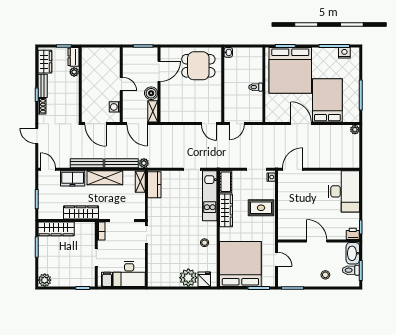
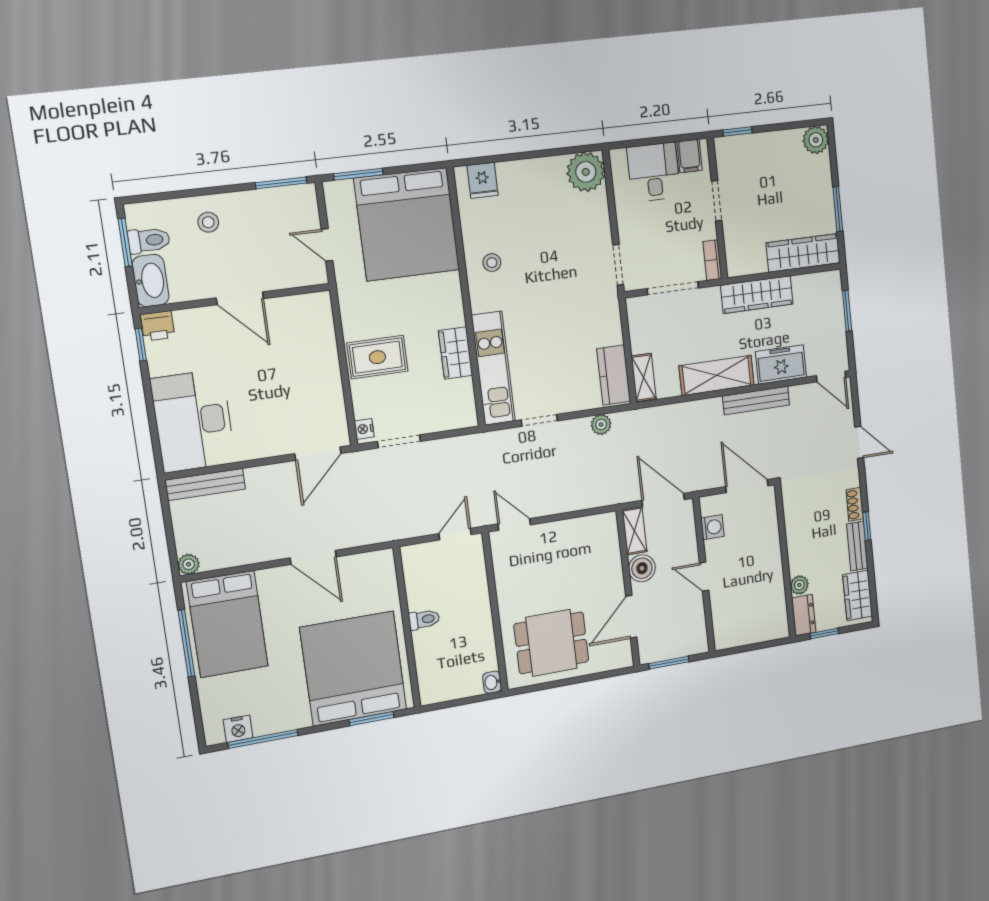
bed: (327, 100) -> (227, 624), moved
bench: (121, 163) -> (205, 484), moved
plant: (144, 163) -> (601, 425), moved
cot: (226, 182) -> (463, 404), removed
wardrobe: (226, 210) -> (456, 353), width x0.67
desk: (129, 274) -> (654, 172), width x0.73
plant: (188, 278) -> (586, 172), moved

